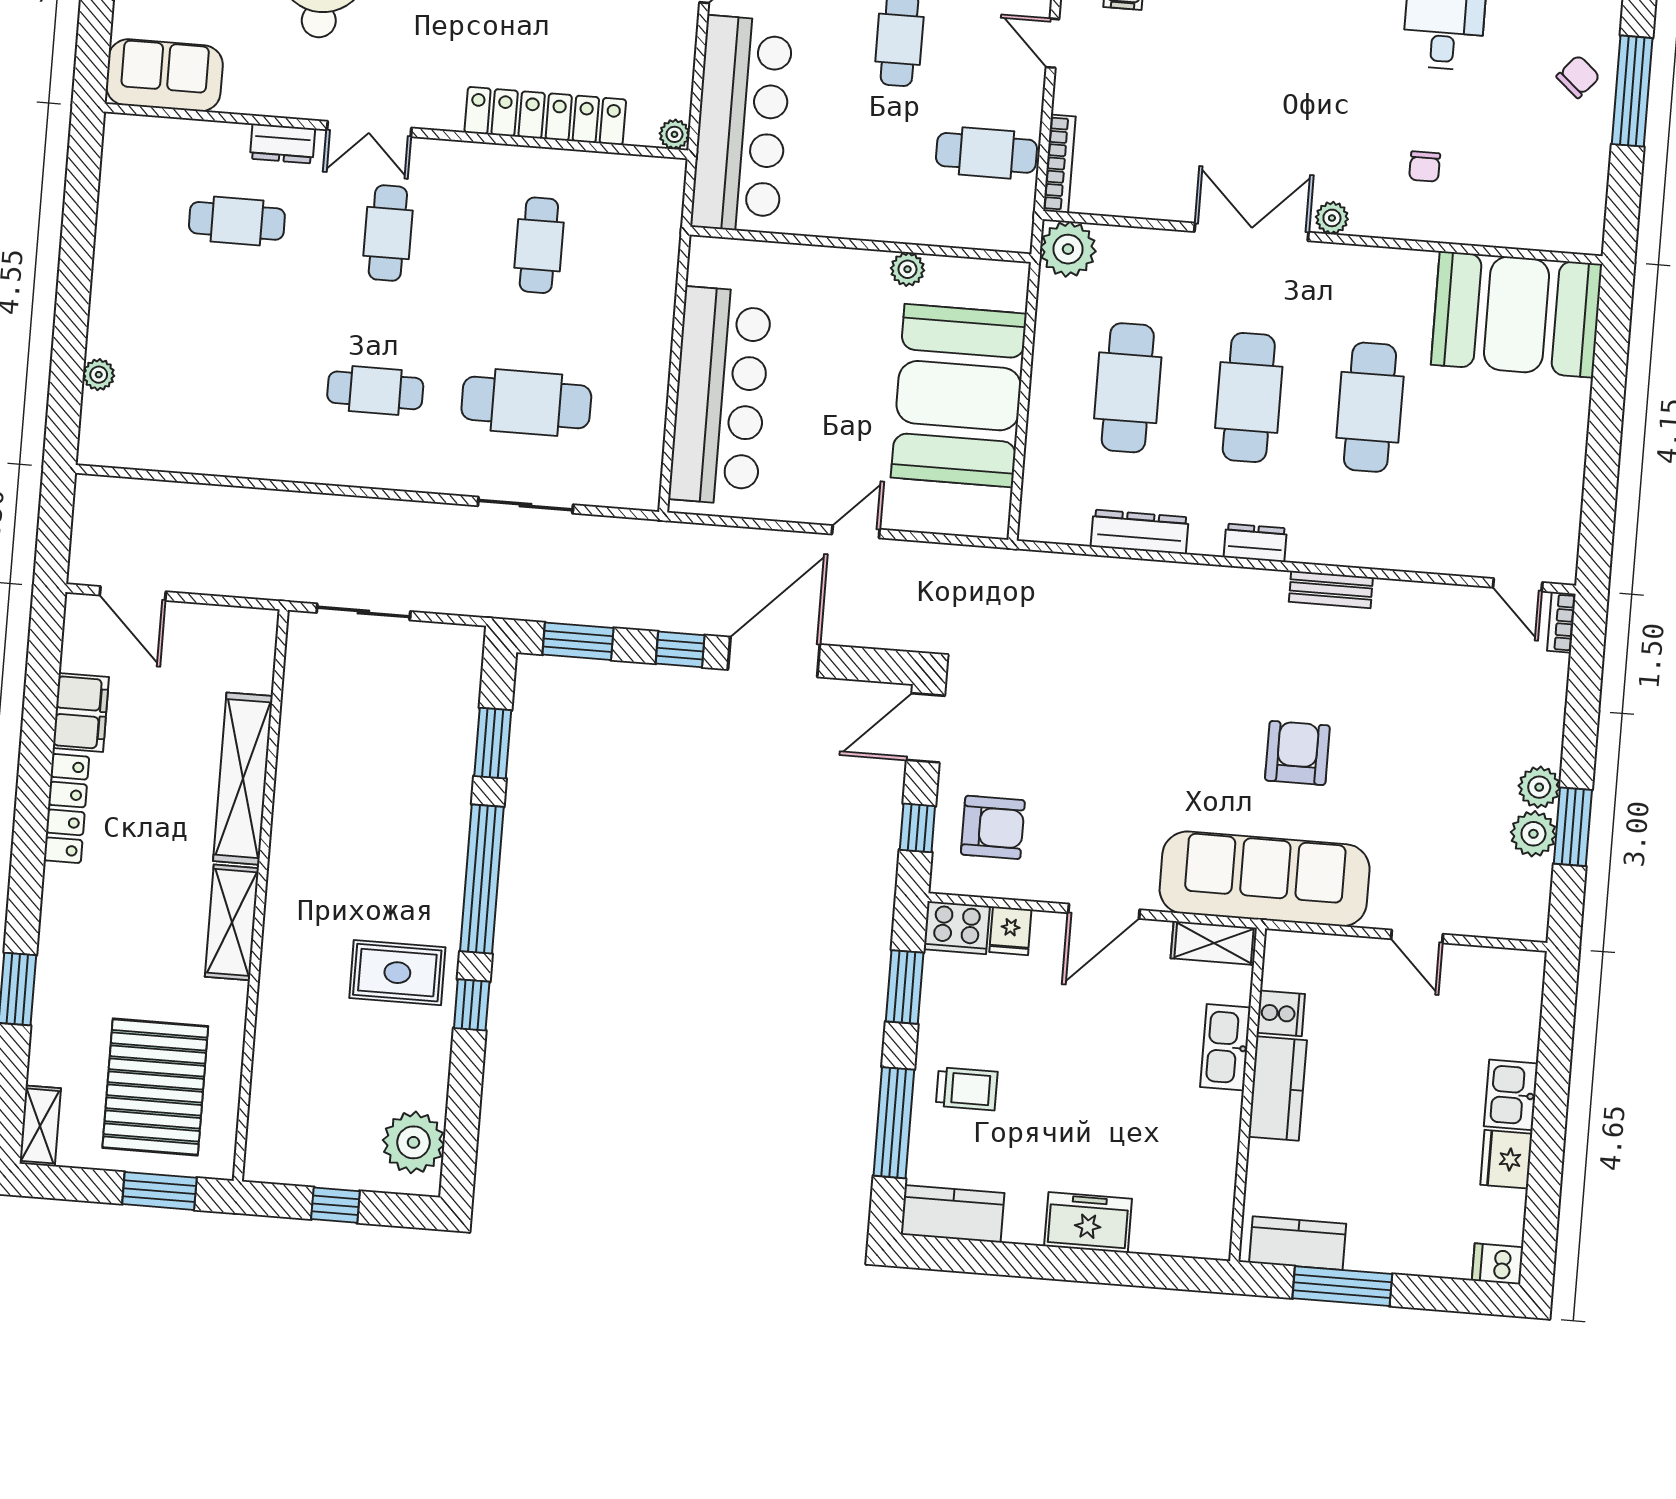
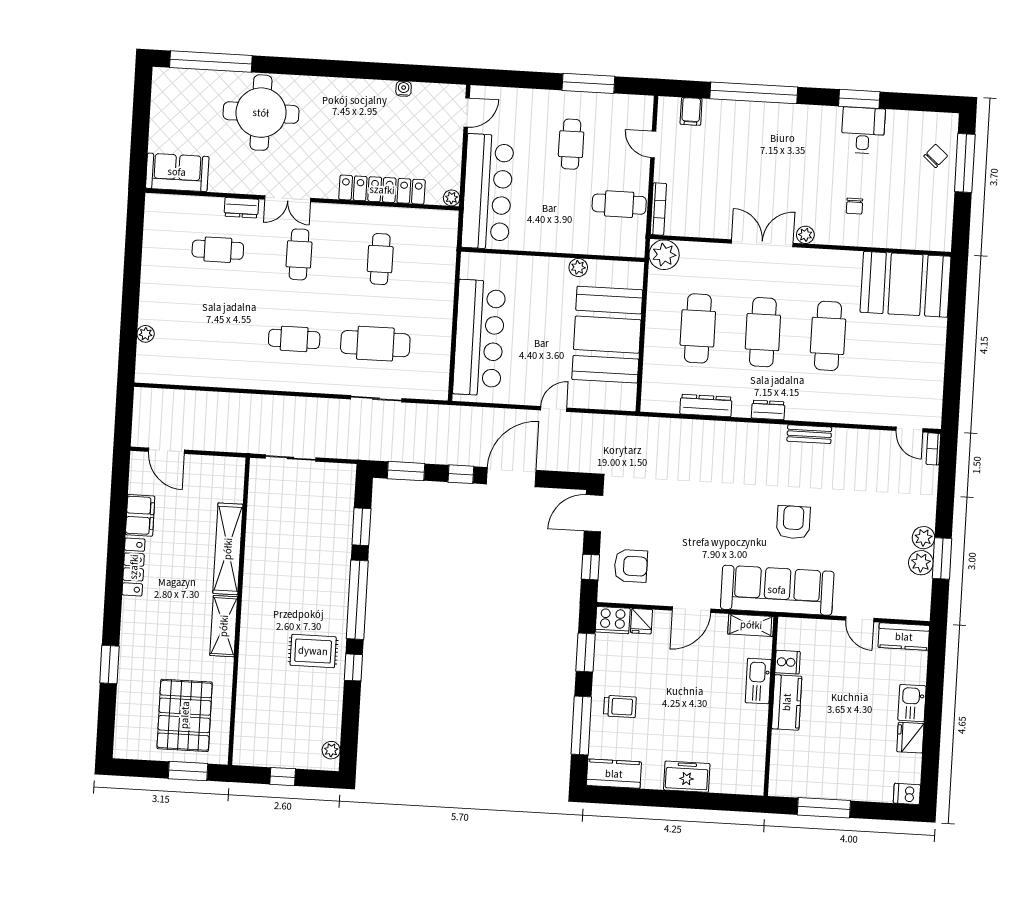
shelving: (40, 1126) -> (123, 738), removed
plant: (413, 1142) -> (331, 750), width x0.53, depth x0.53
kitchen counter: (1298, 1243) -> (904, 637), moved, turned 180

